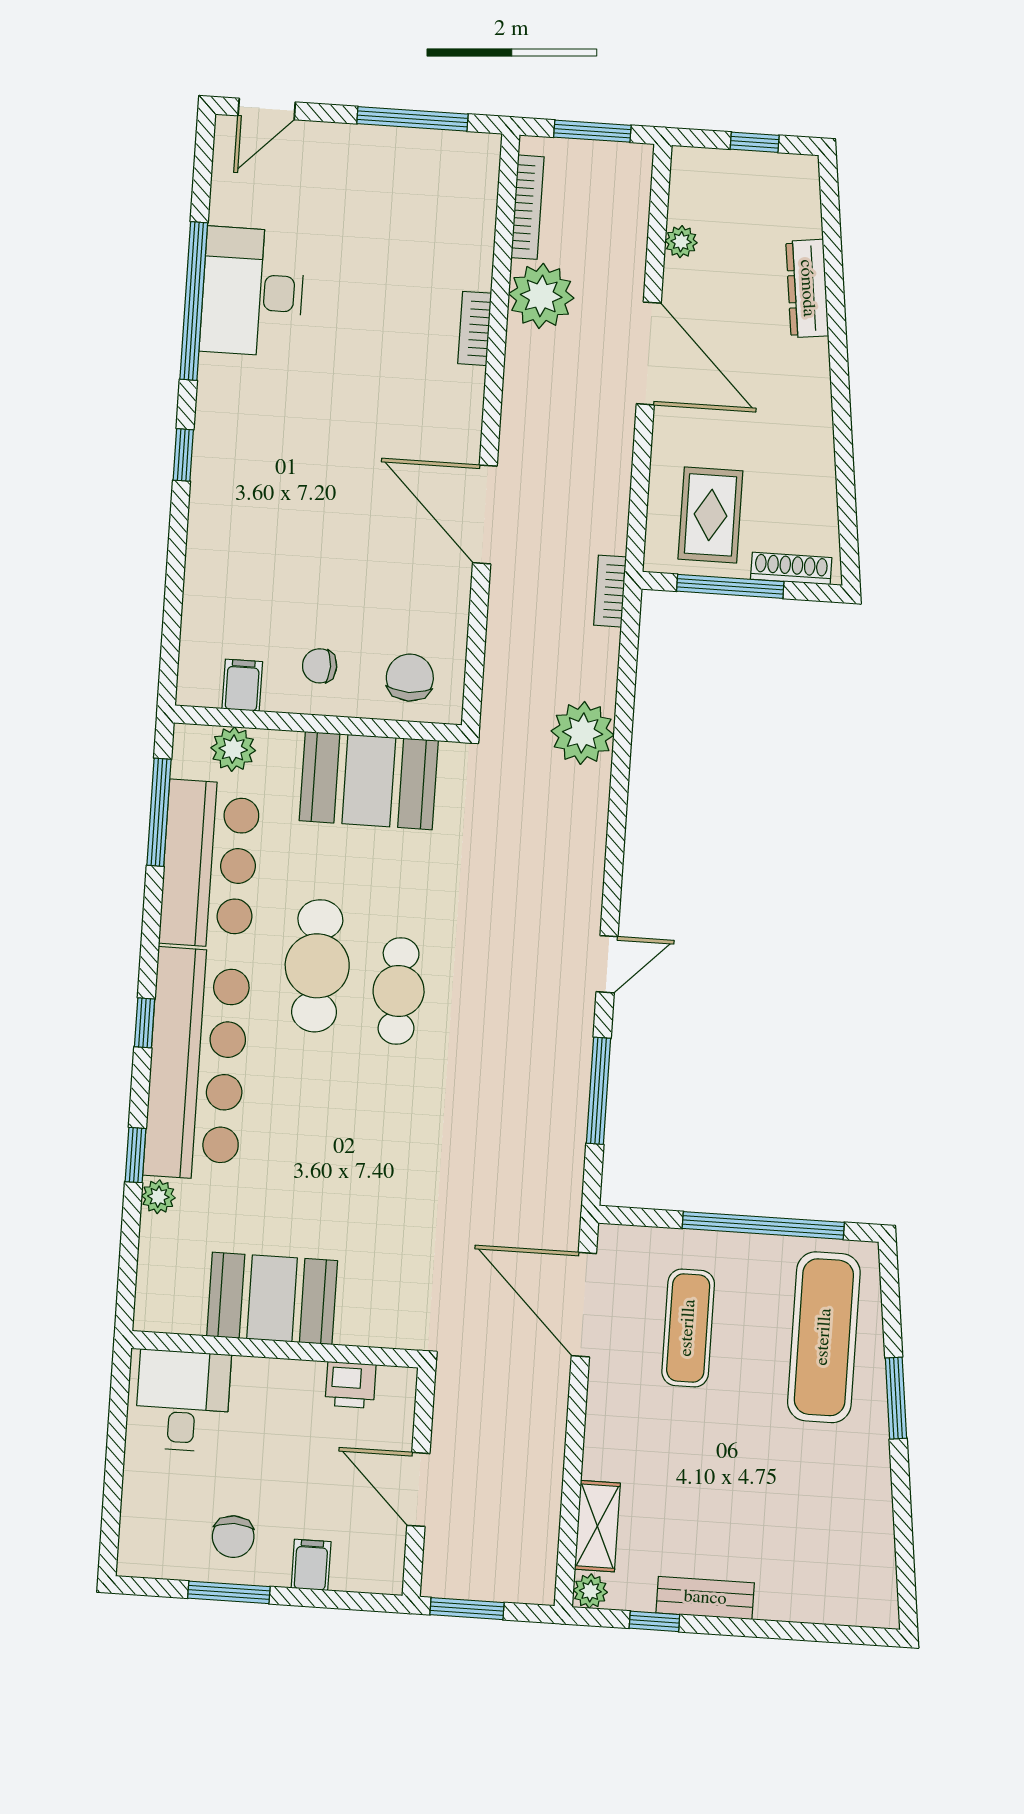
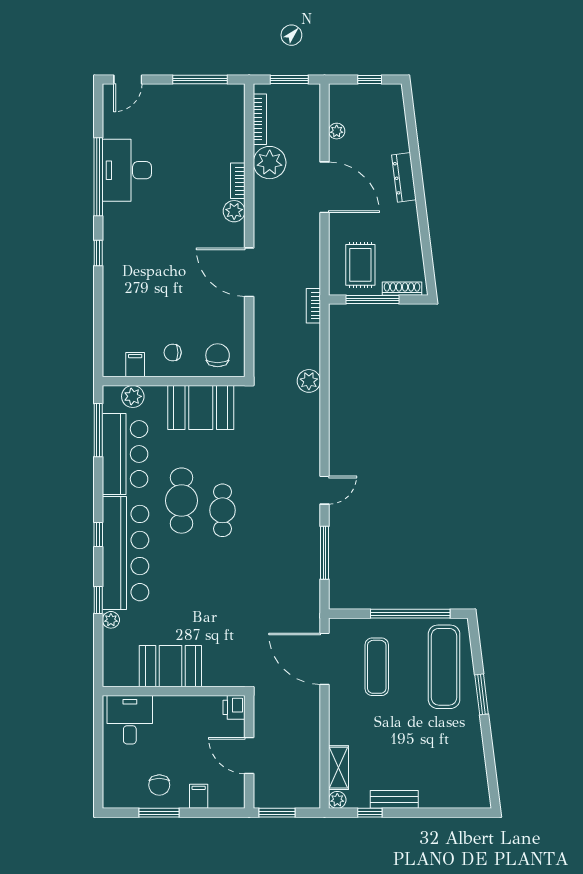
dresser: (807, 288) -> (404, 177), moved
plant: (463, 389) -> (234, 211), added
plant: (583, 733) -> (309, 381), width x0.73, depth x0.73
printer: (351, 1385) -> (234, 707), moved, turned 90

